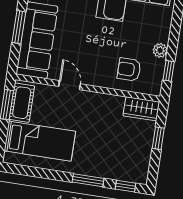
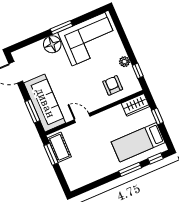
window: (19, 27) -> (32, 111), moved
armchair: (129, 69) -> (113, 85), turned 90
bed: (40, 141) -> (138, 142), moved, turned 180

